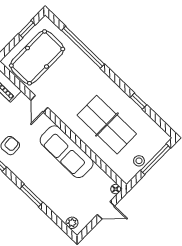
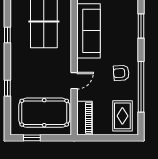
window: (83, 47) -> (7, 88), width x0.32
window: (138, 101) -> (7, 35), moved

